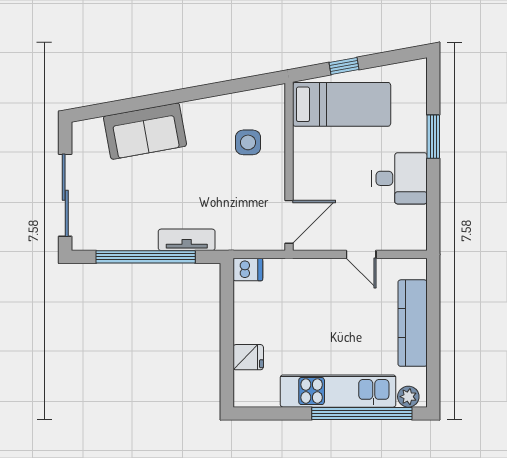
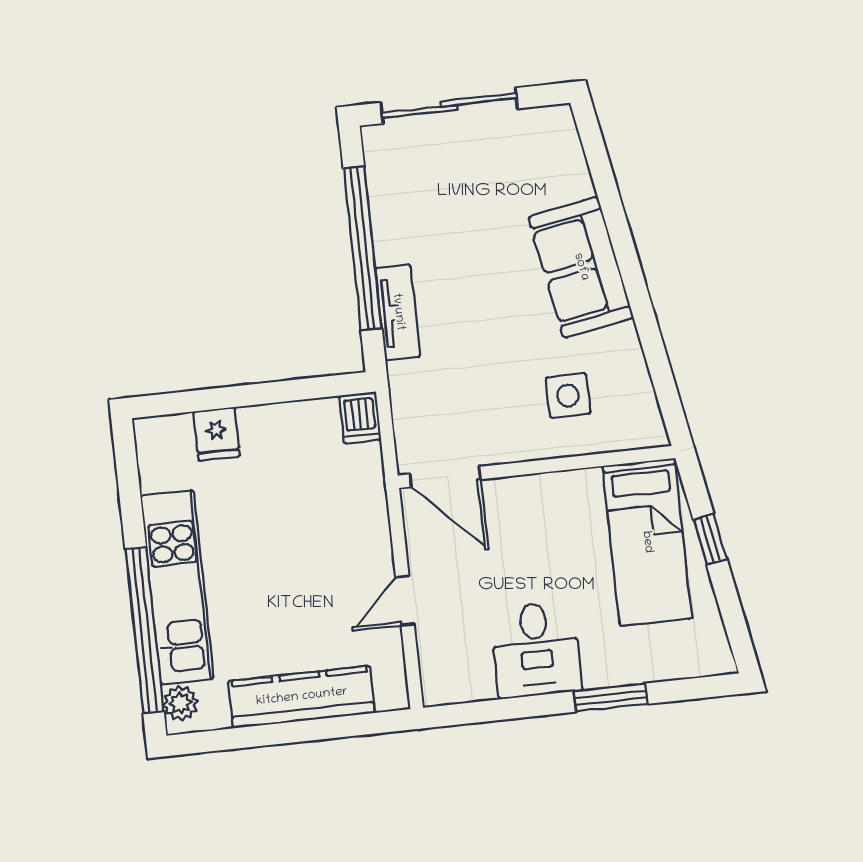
sofa: (145, 131) -> (581, 267), moved

